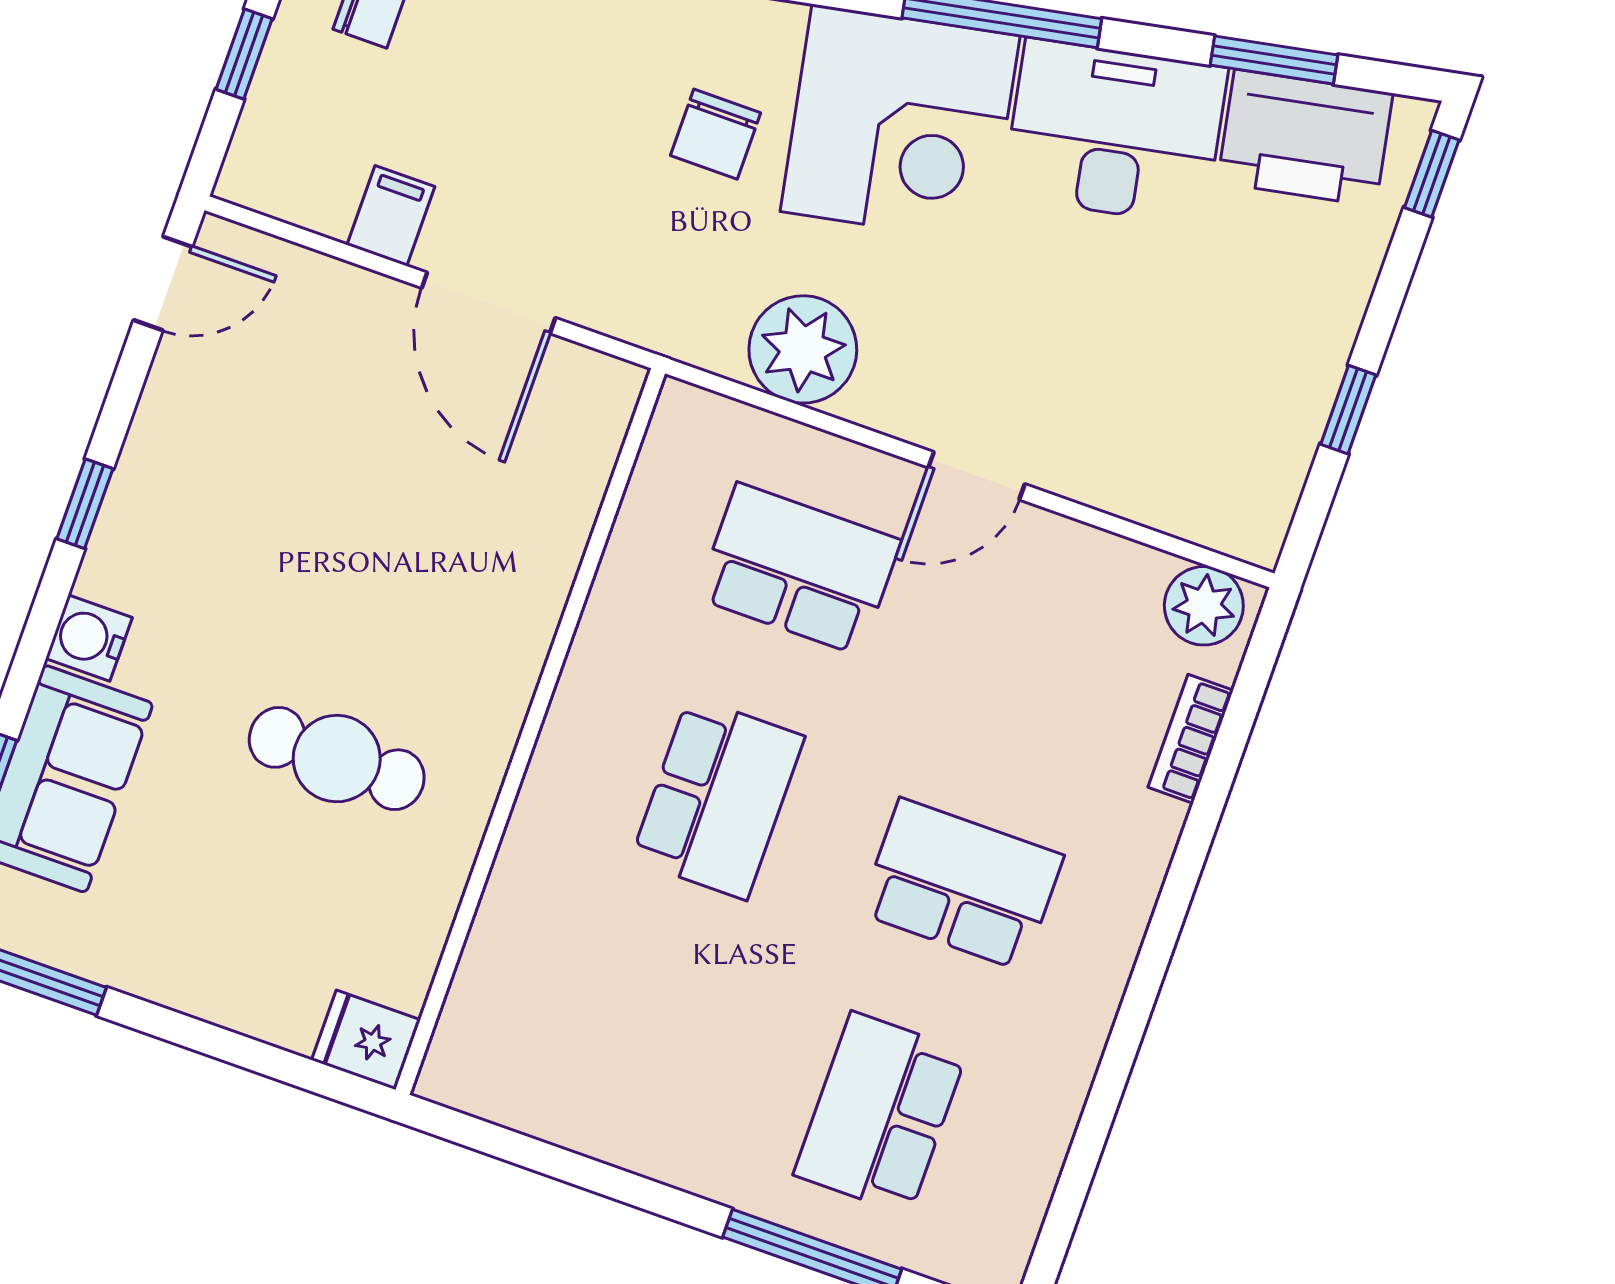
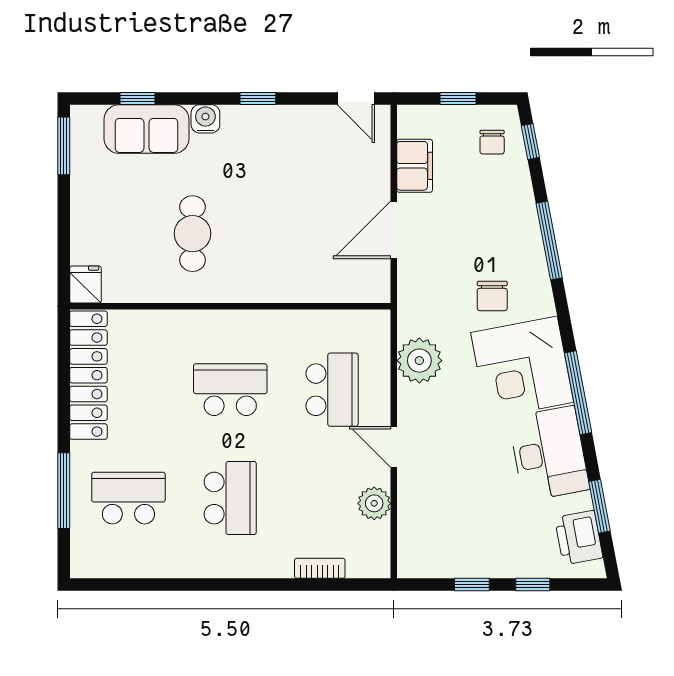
chair: (716, 134) -> (492, 296), turned -90
printer: (1305, 138) -> (579, 538), width x0.73, depth x0.84
window: (1432, 174) -> (533, 584), moved
filing cabinet: (391, 216) -> (415, 166), width x2.00
plant: (1204, 606) -> (374, 503), moved
school desk: (718, 798) -> (230, 390), turned 180
locker: (572, 1105) -> (88, 375), added

